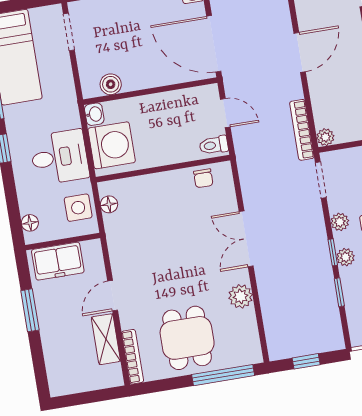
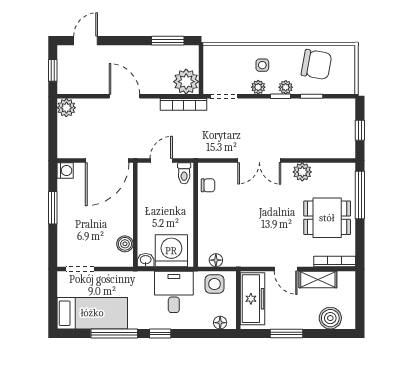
plant: (325, 137) -> (186, 82), width x1.87, depth x1.87
freezer: (58, 261) -> (253, 299), width x1.40
boiler: (59, 363) -> (330, 318), added

